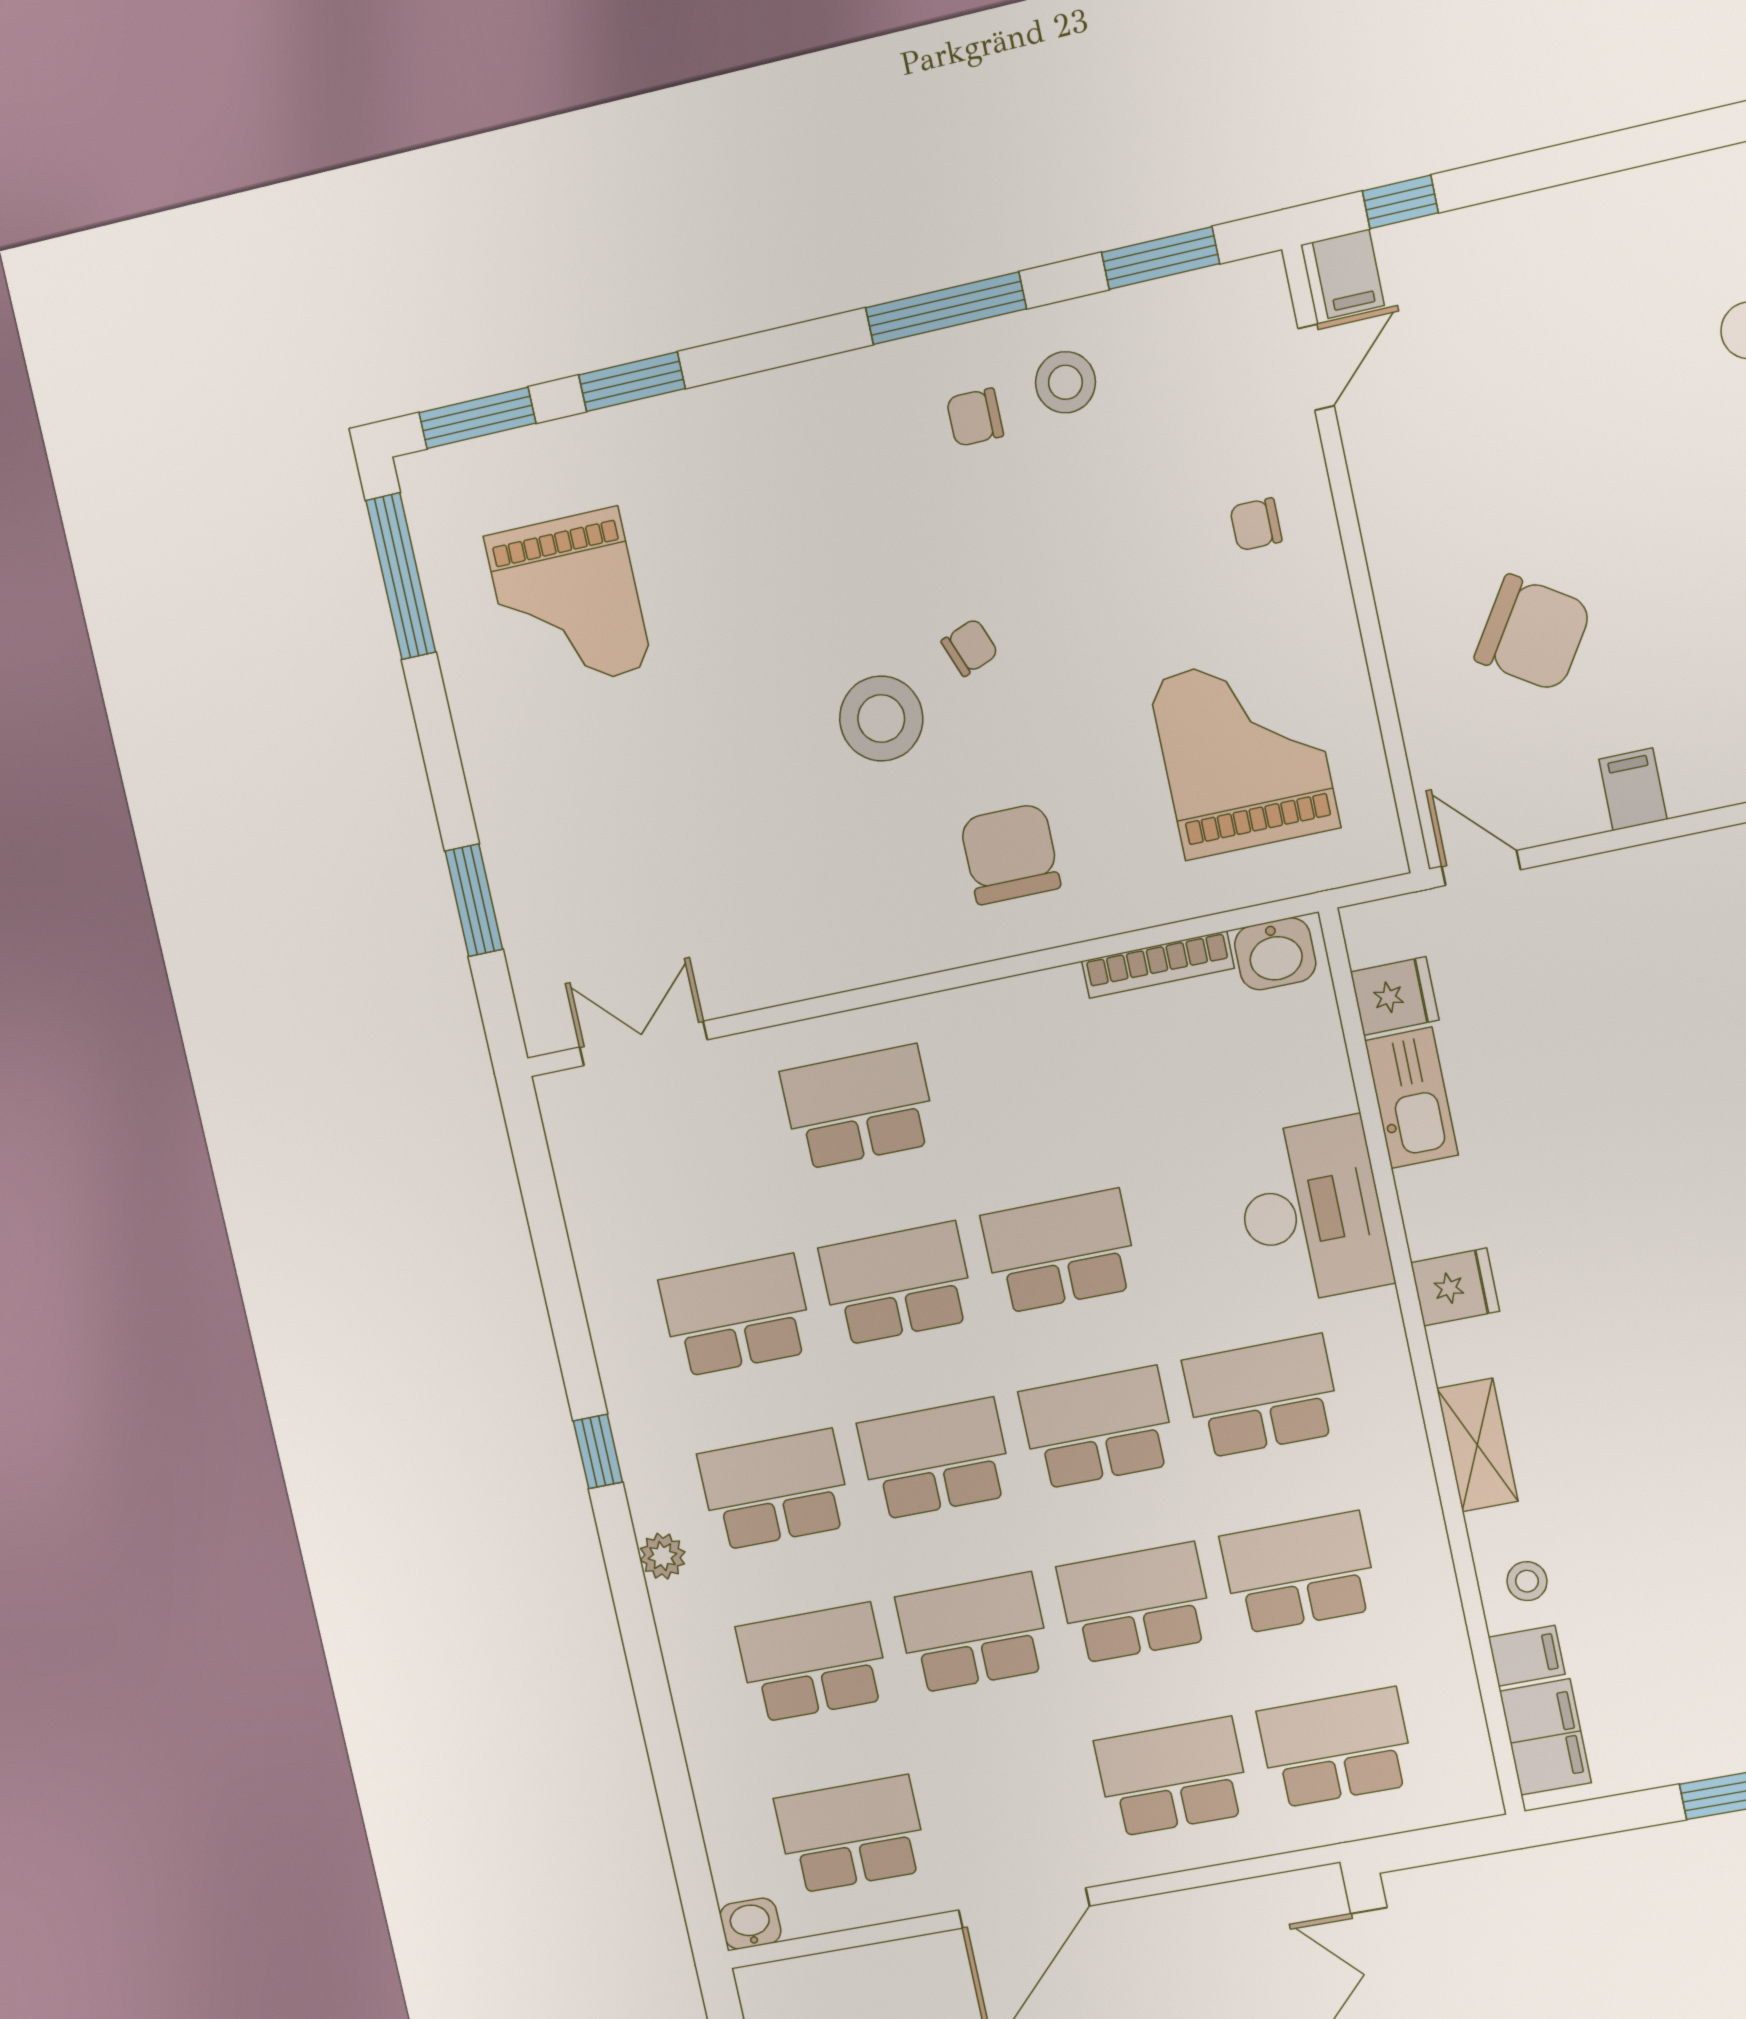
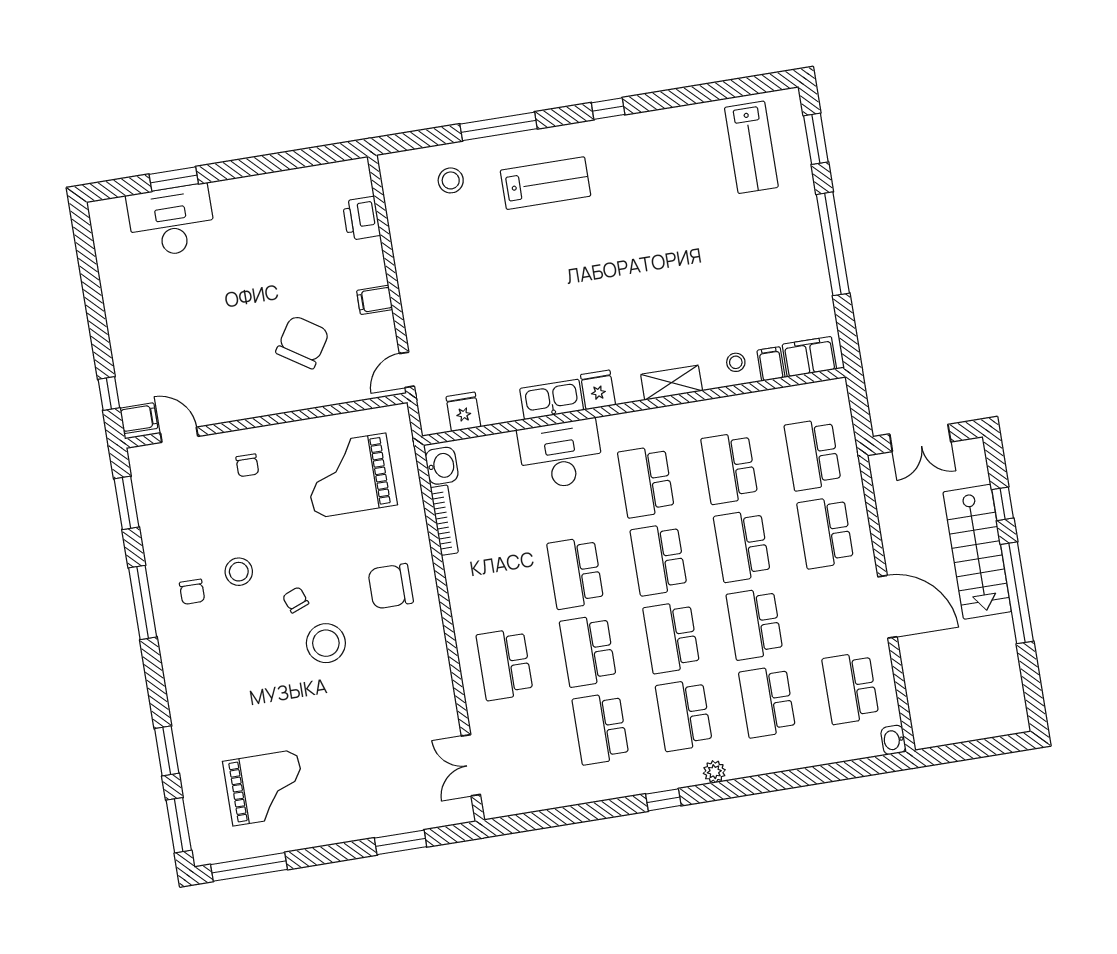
stool: (1065, 382) -> (239, 572), moved
kitchen sink: (1411, 1098) -> (552, 399), moved

